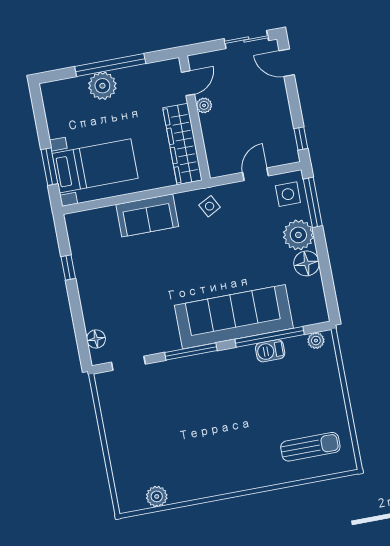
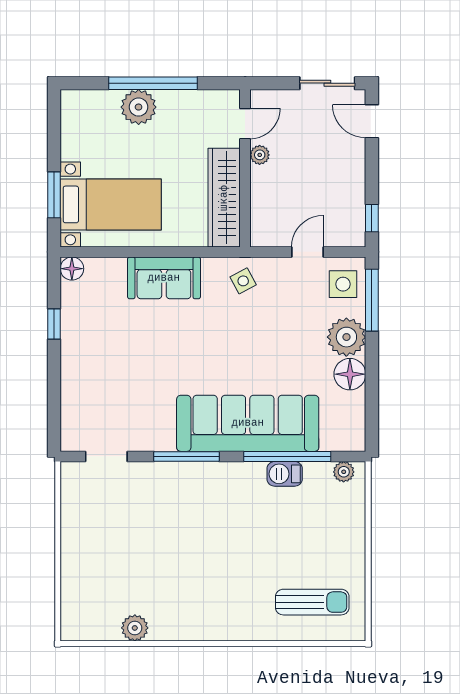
floor lamp: (96, 339) -> (72, 269), moved
plant: (157, 496) -> (135, 628), moved

